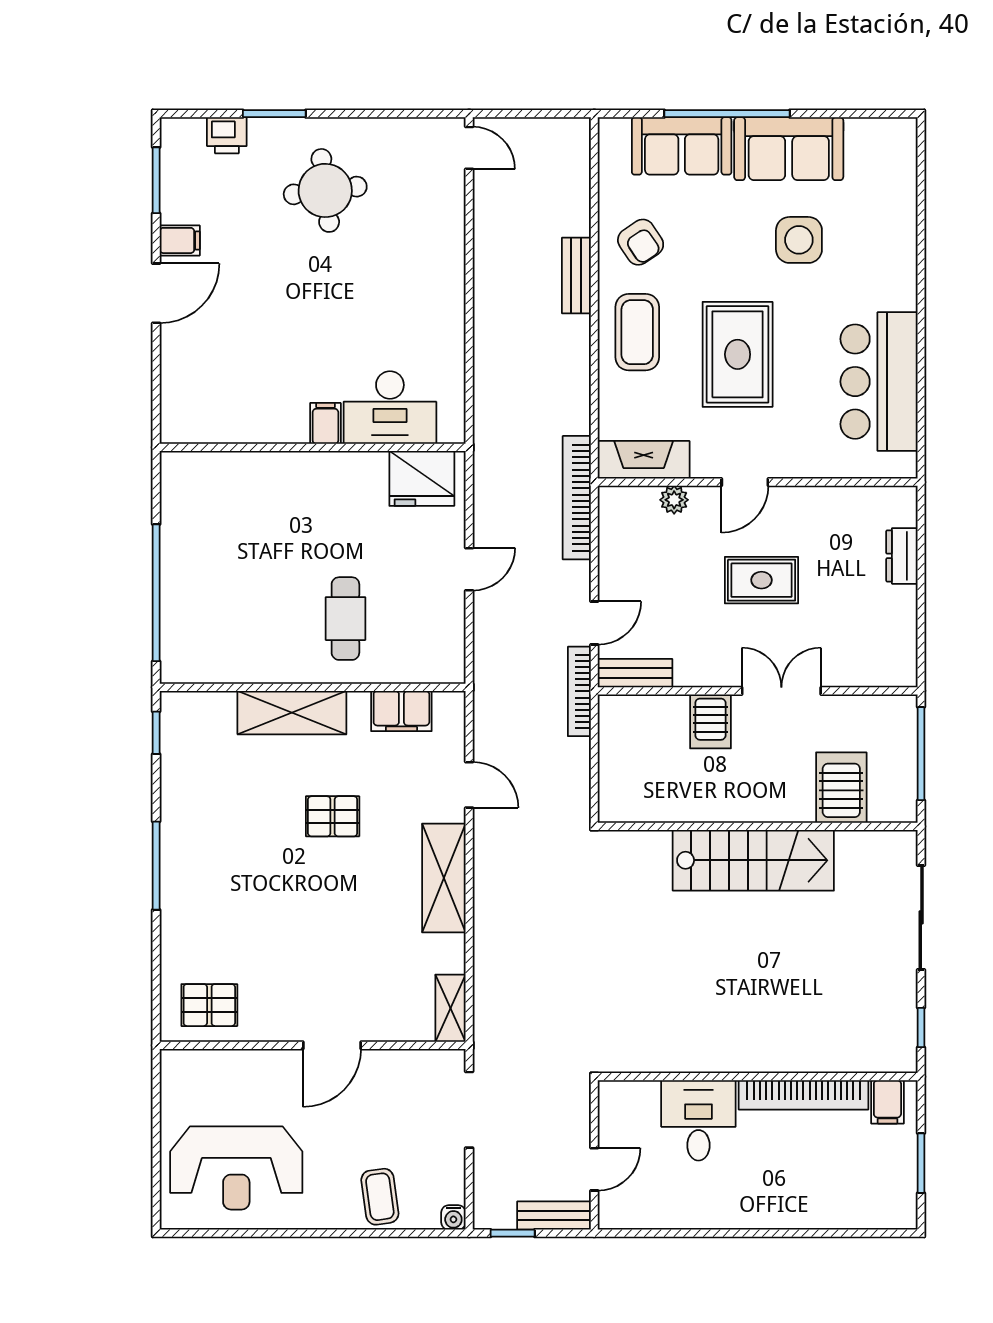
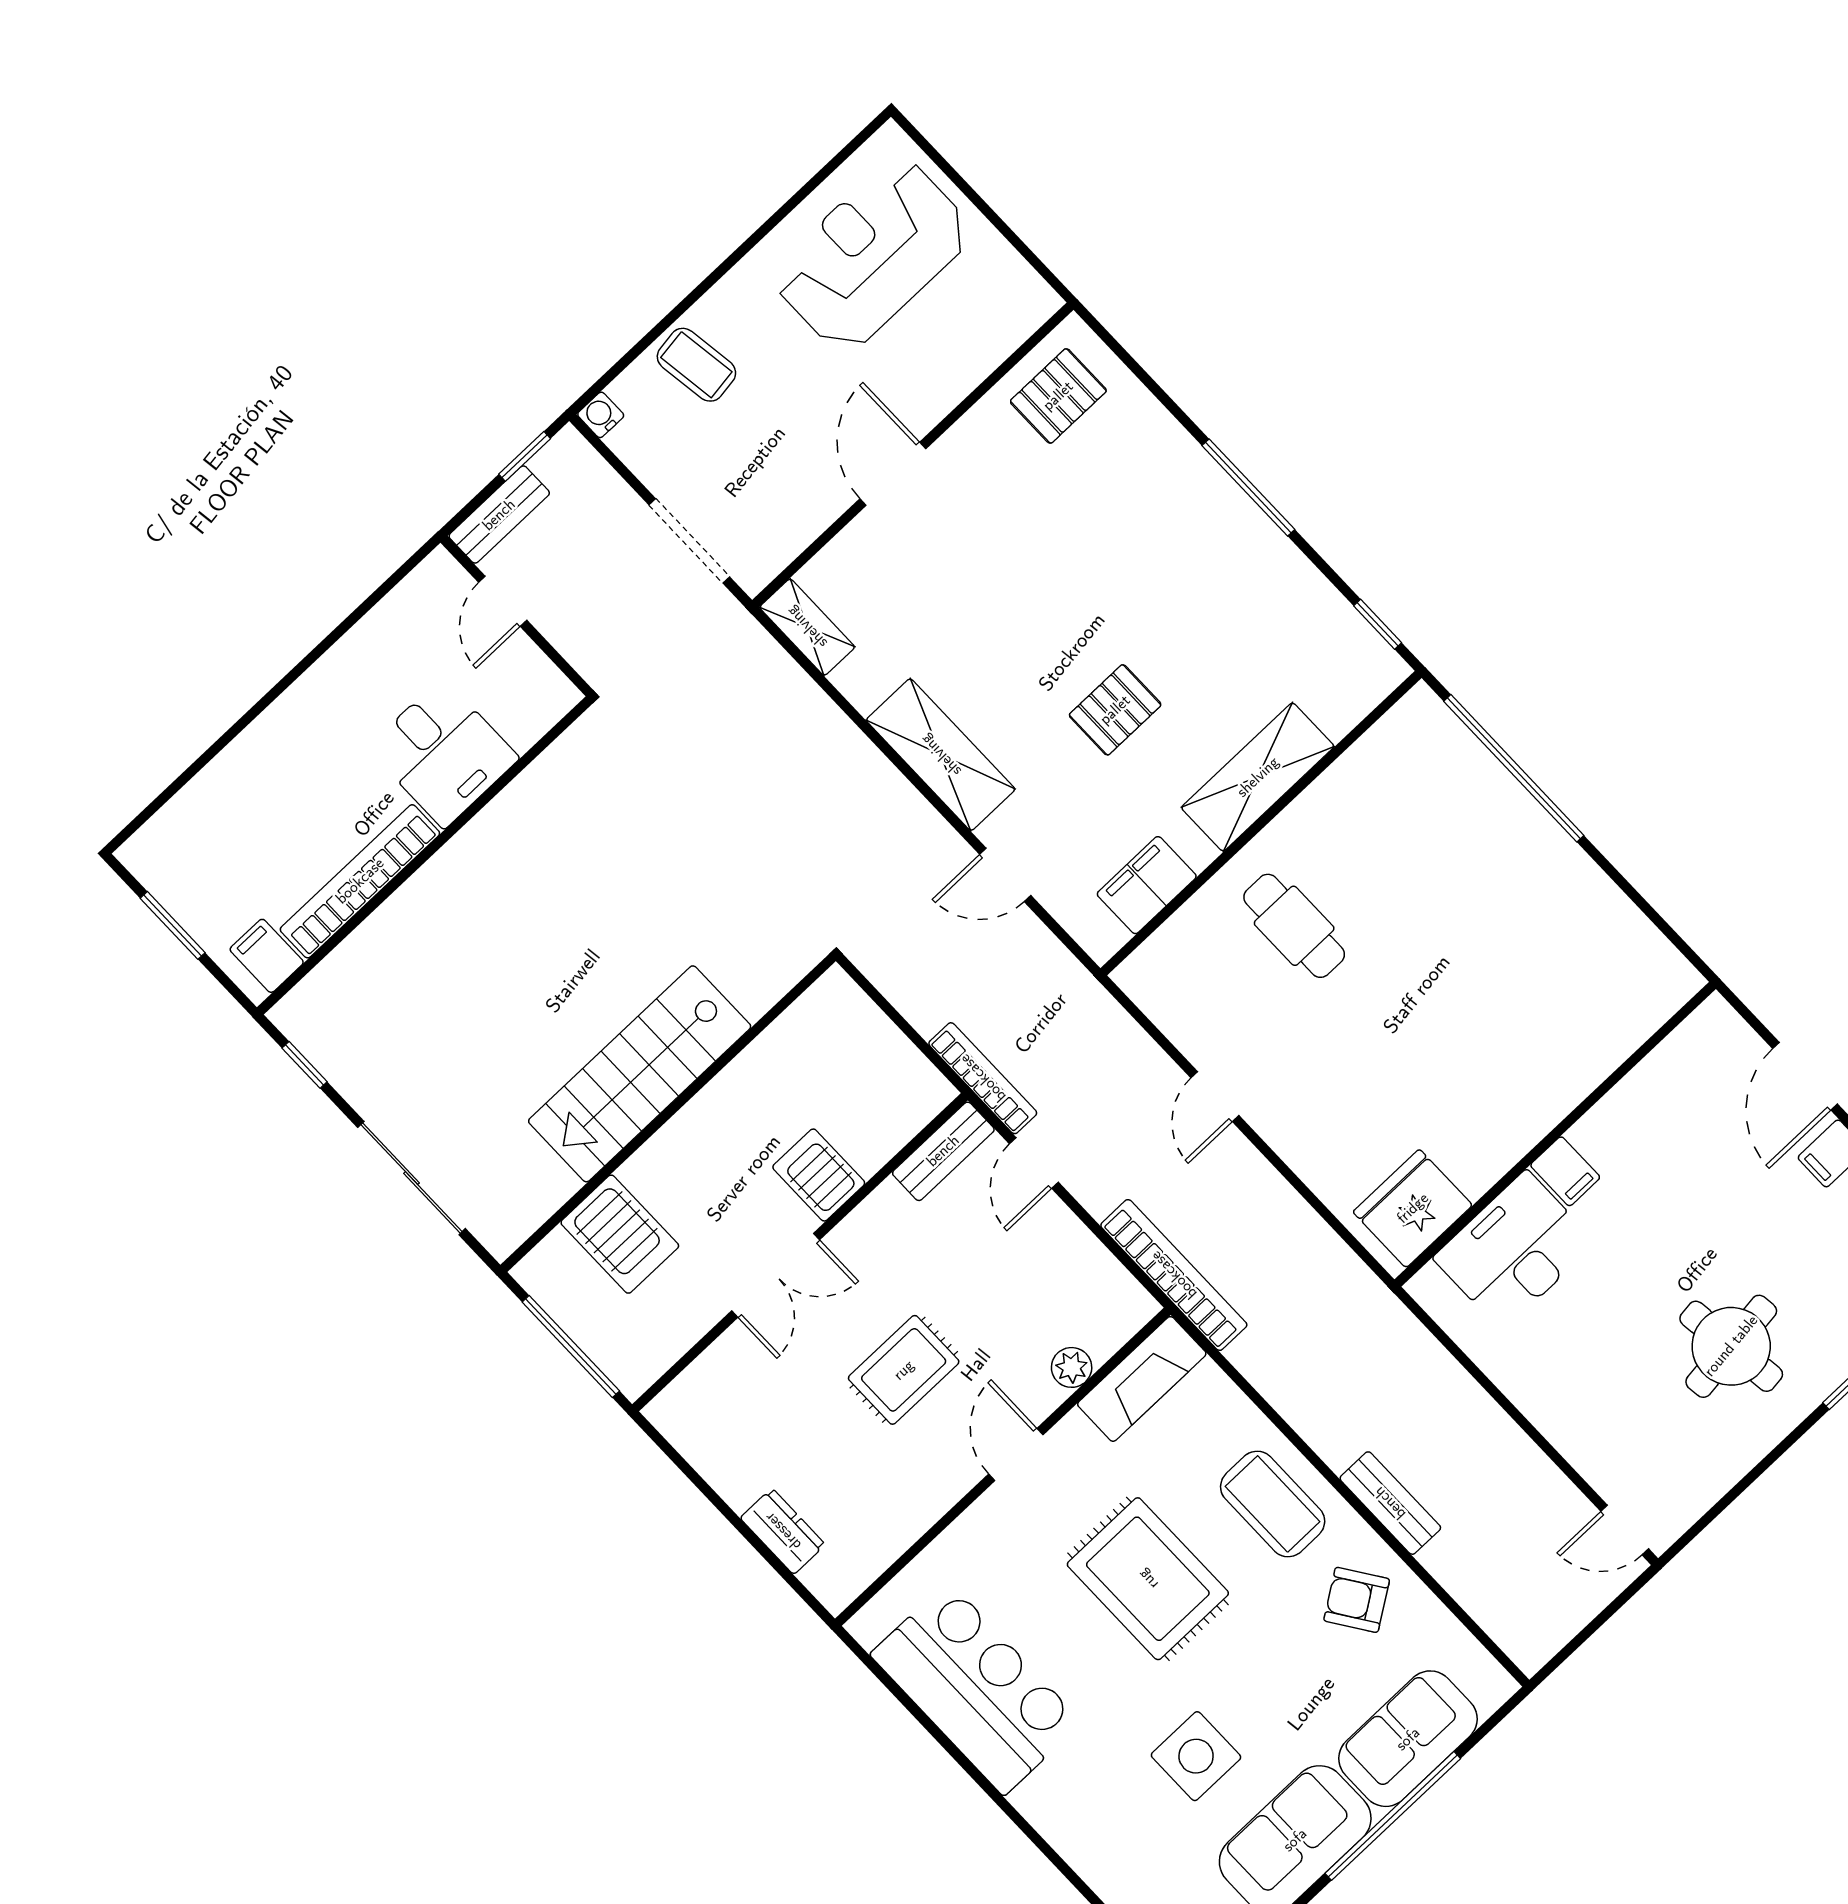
desk: (390, 408) -> (1514, 1250), moved
filing cabinet: (325, 423) -> (1565, 1171), moved
wall: (313, 447) -> (1555, 1134), moved
fridge: (422, 478) -> (1413, 1208), moved

